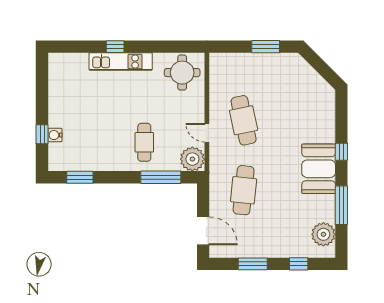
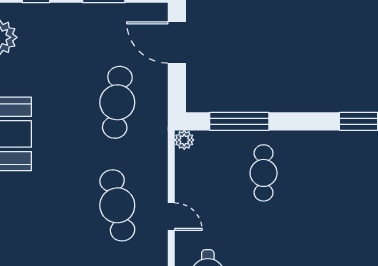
door: (207, 133) -> (171, 217), moved
plant: (192, 159) -> (184, 140), width x0.53, depth x0.53

